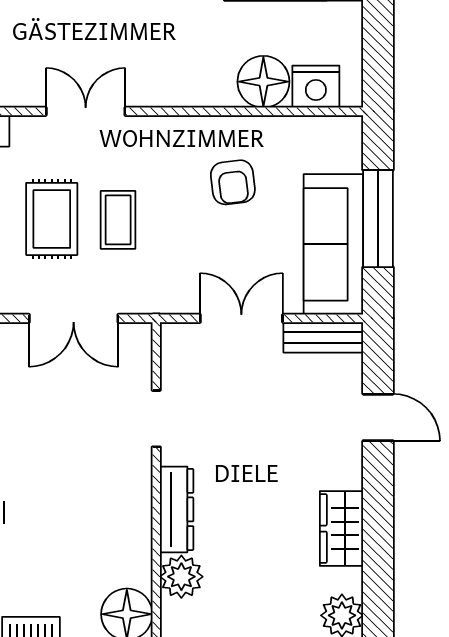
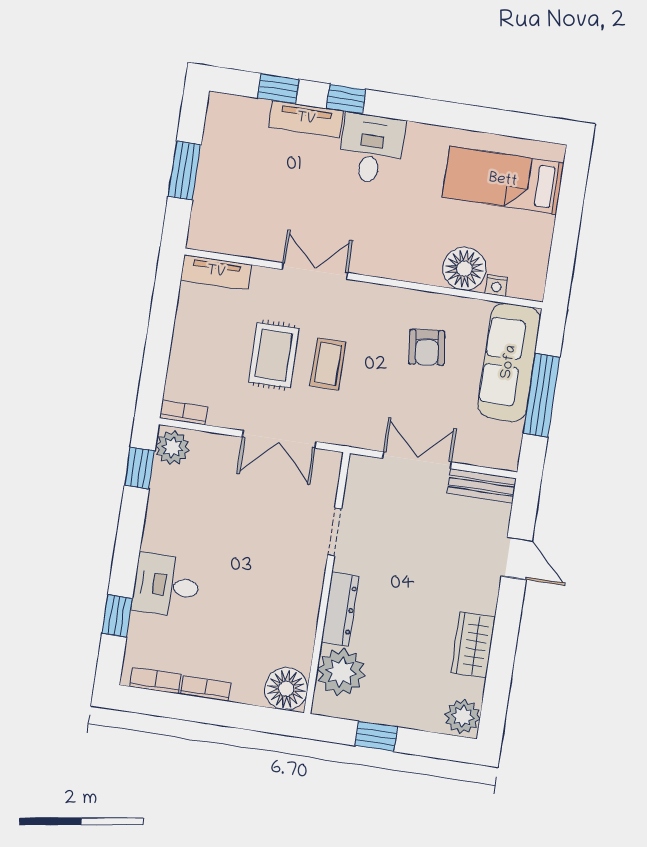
nightstand: (316, 87) -> (497, 286), width x0.53, depth x0.56
sofa: (333, 244) -> (509, 362), moved
plant: (181, 577) -> (341, 672), width x1.36, depth x1.36

